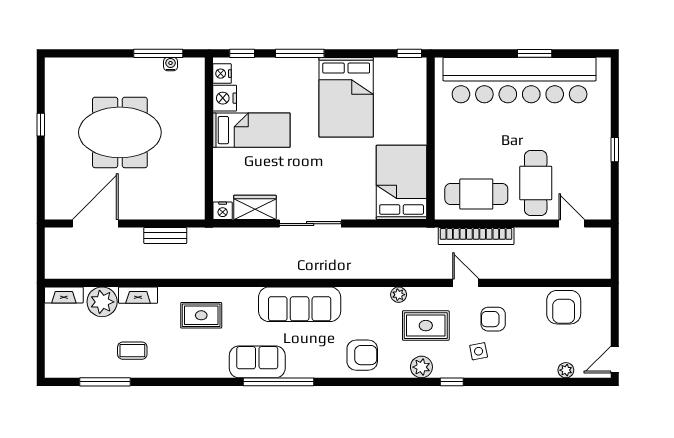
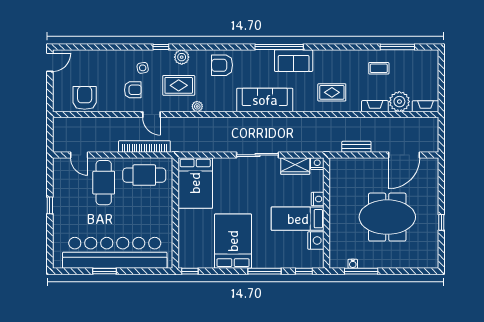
nightstand: (222, 74) -> (318, 199), moved
plant: (566, 370) -> (83, 55), removed

